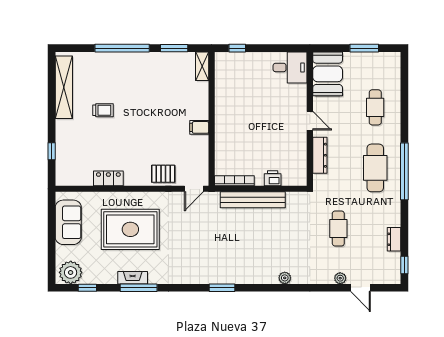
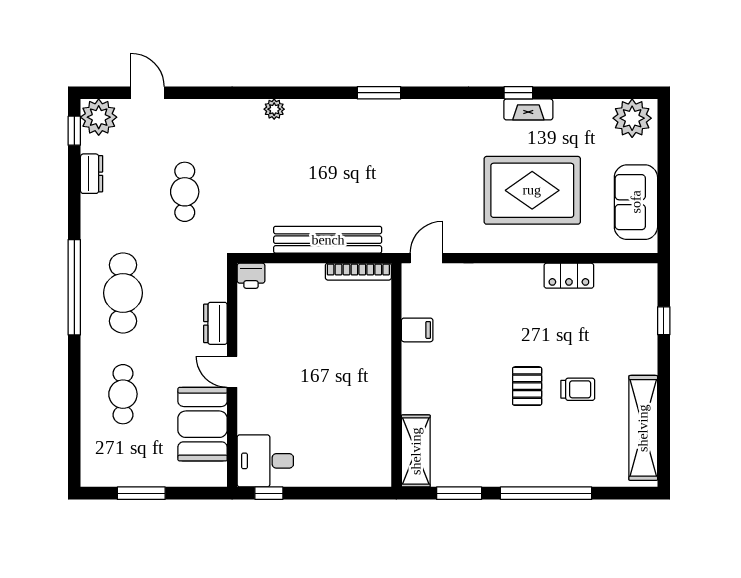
window: (237, 48) -> (269, 493), moved
shelving: (202, 66) -> (416, 451), width x1.50, depth x1.33
booth: (328, 74) -> (203, 424), moved
trolley: (103, 110) -> (578, 389), turned 180
filing cabinet: (199, 127) -> (417, 330), moved
dresser: (320, 155) -> (215, 323), width x0.70
pallet: (163, 174) -> (527, 386), moved, turned 90
printer: (273, 178) -> (251, 276), moved
plant: (340, 278) -> (99, 117), moved, width x1.88, depth x1.88
window: (87, 288) -> (604, 93), removed
window: (139, 288) -> (518, 93), width x0.46

